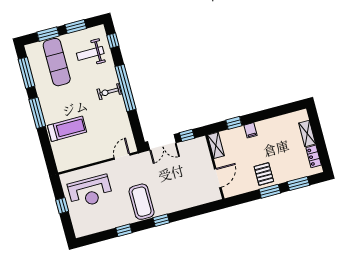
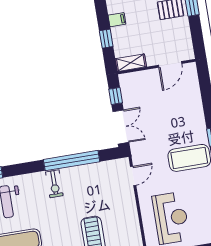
window: (125, 88) -> (72, 161), moved
door: (122, 157) -> (133, 176), swing flipped
door: (218, 178) -> (170, 64), swing flipped

